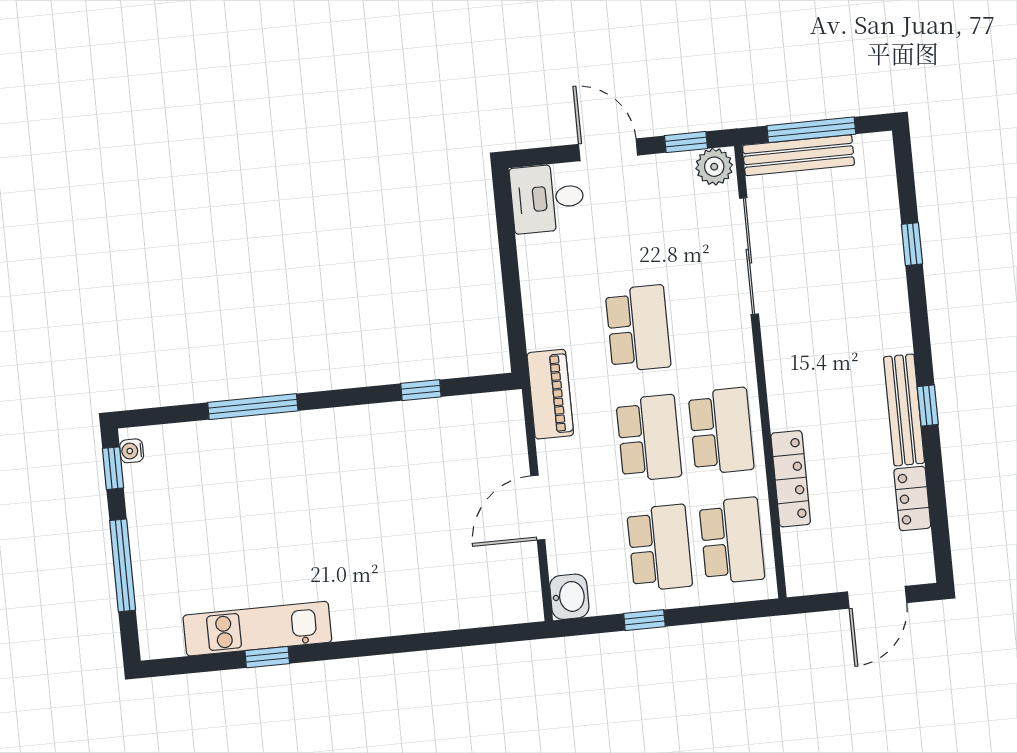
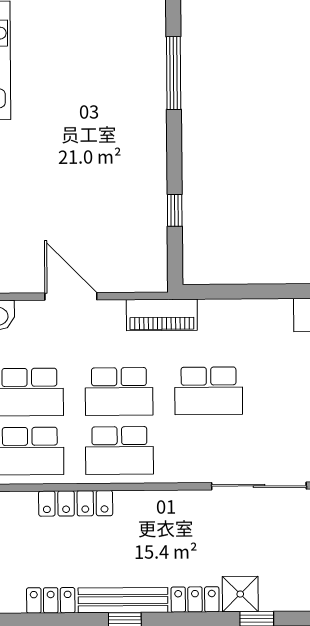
shower: (883, 267) -> (240, 594), added
locker: (895, 322) -> (195, 599), added

